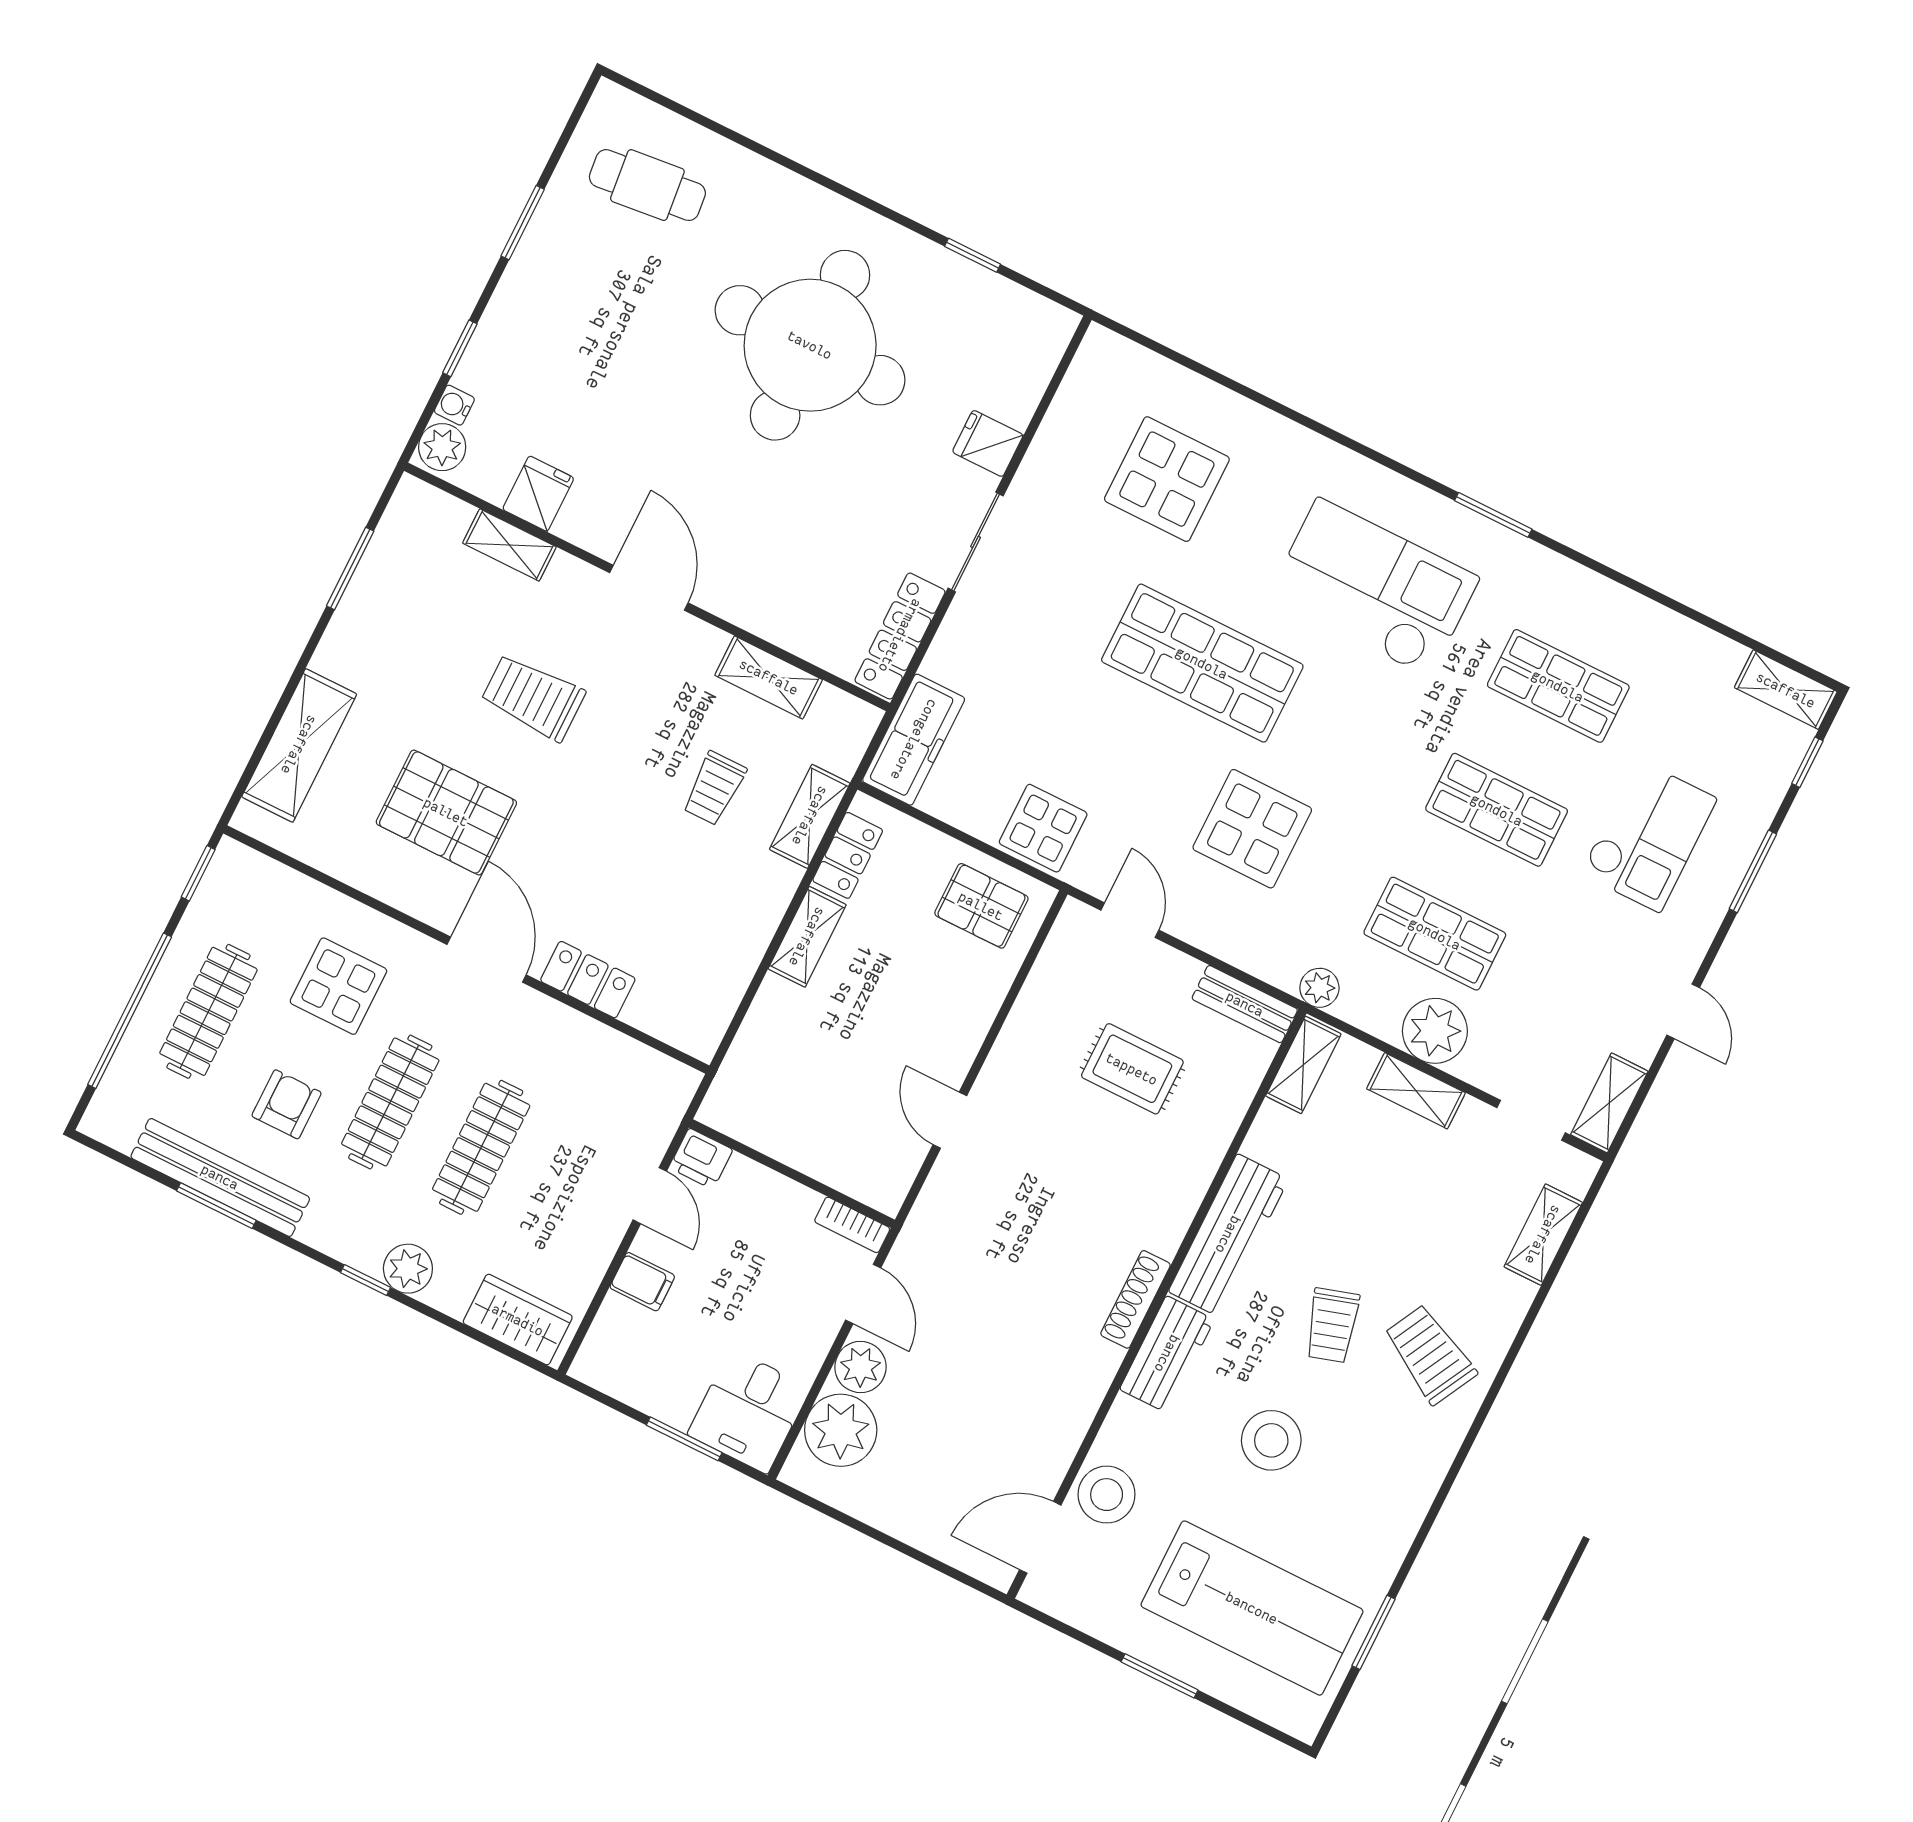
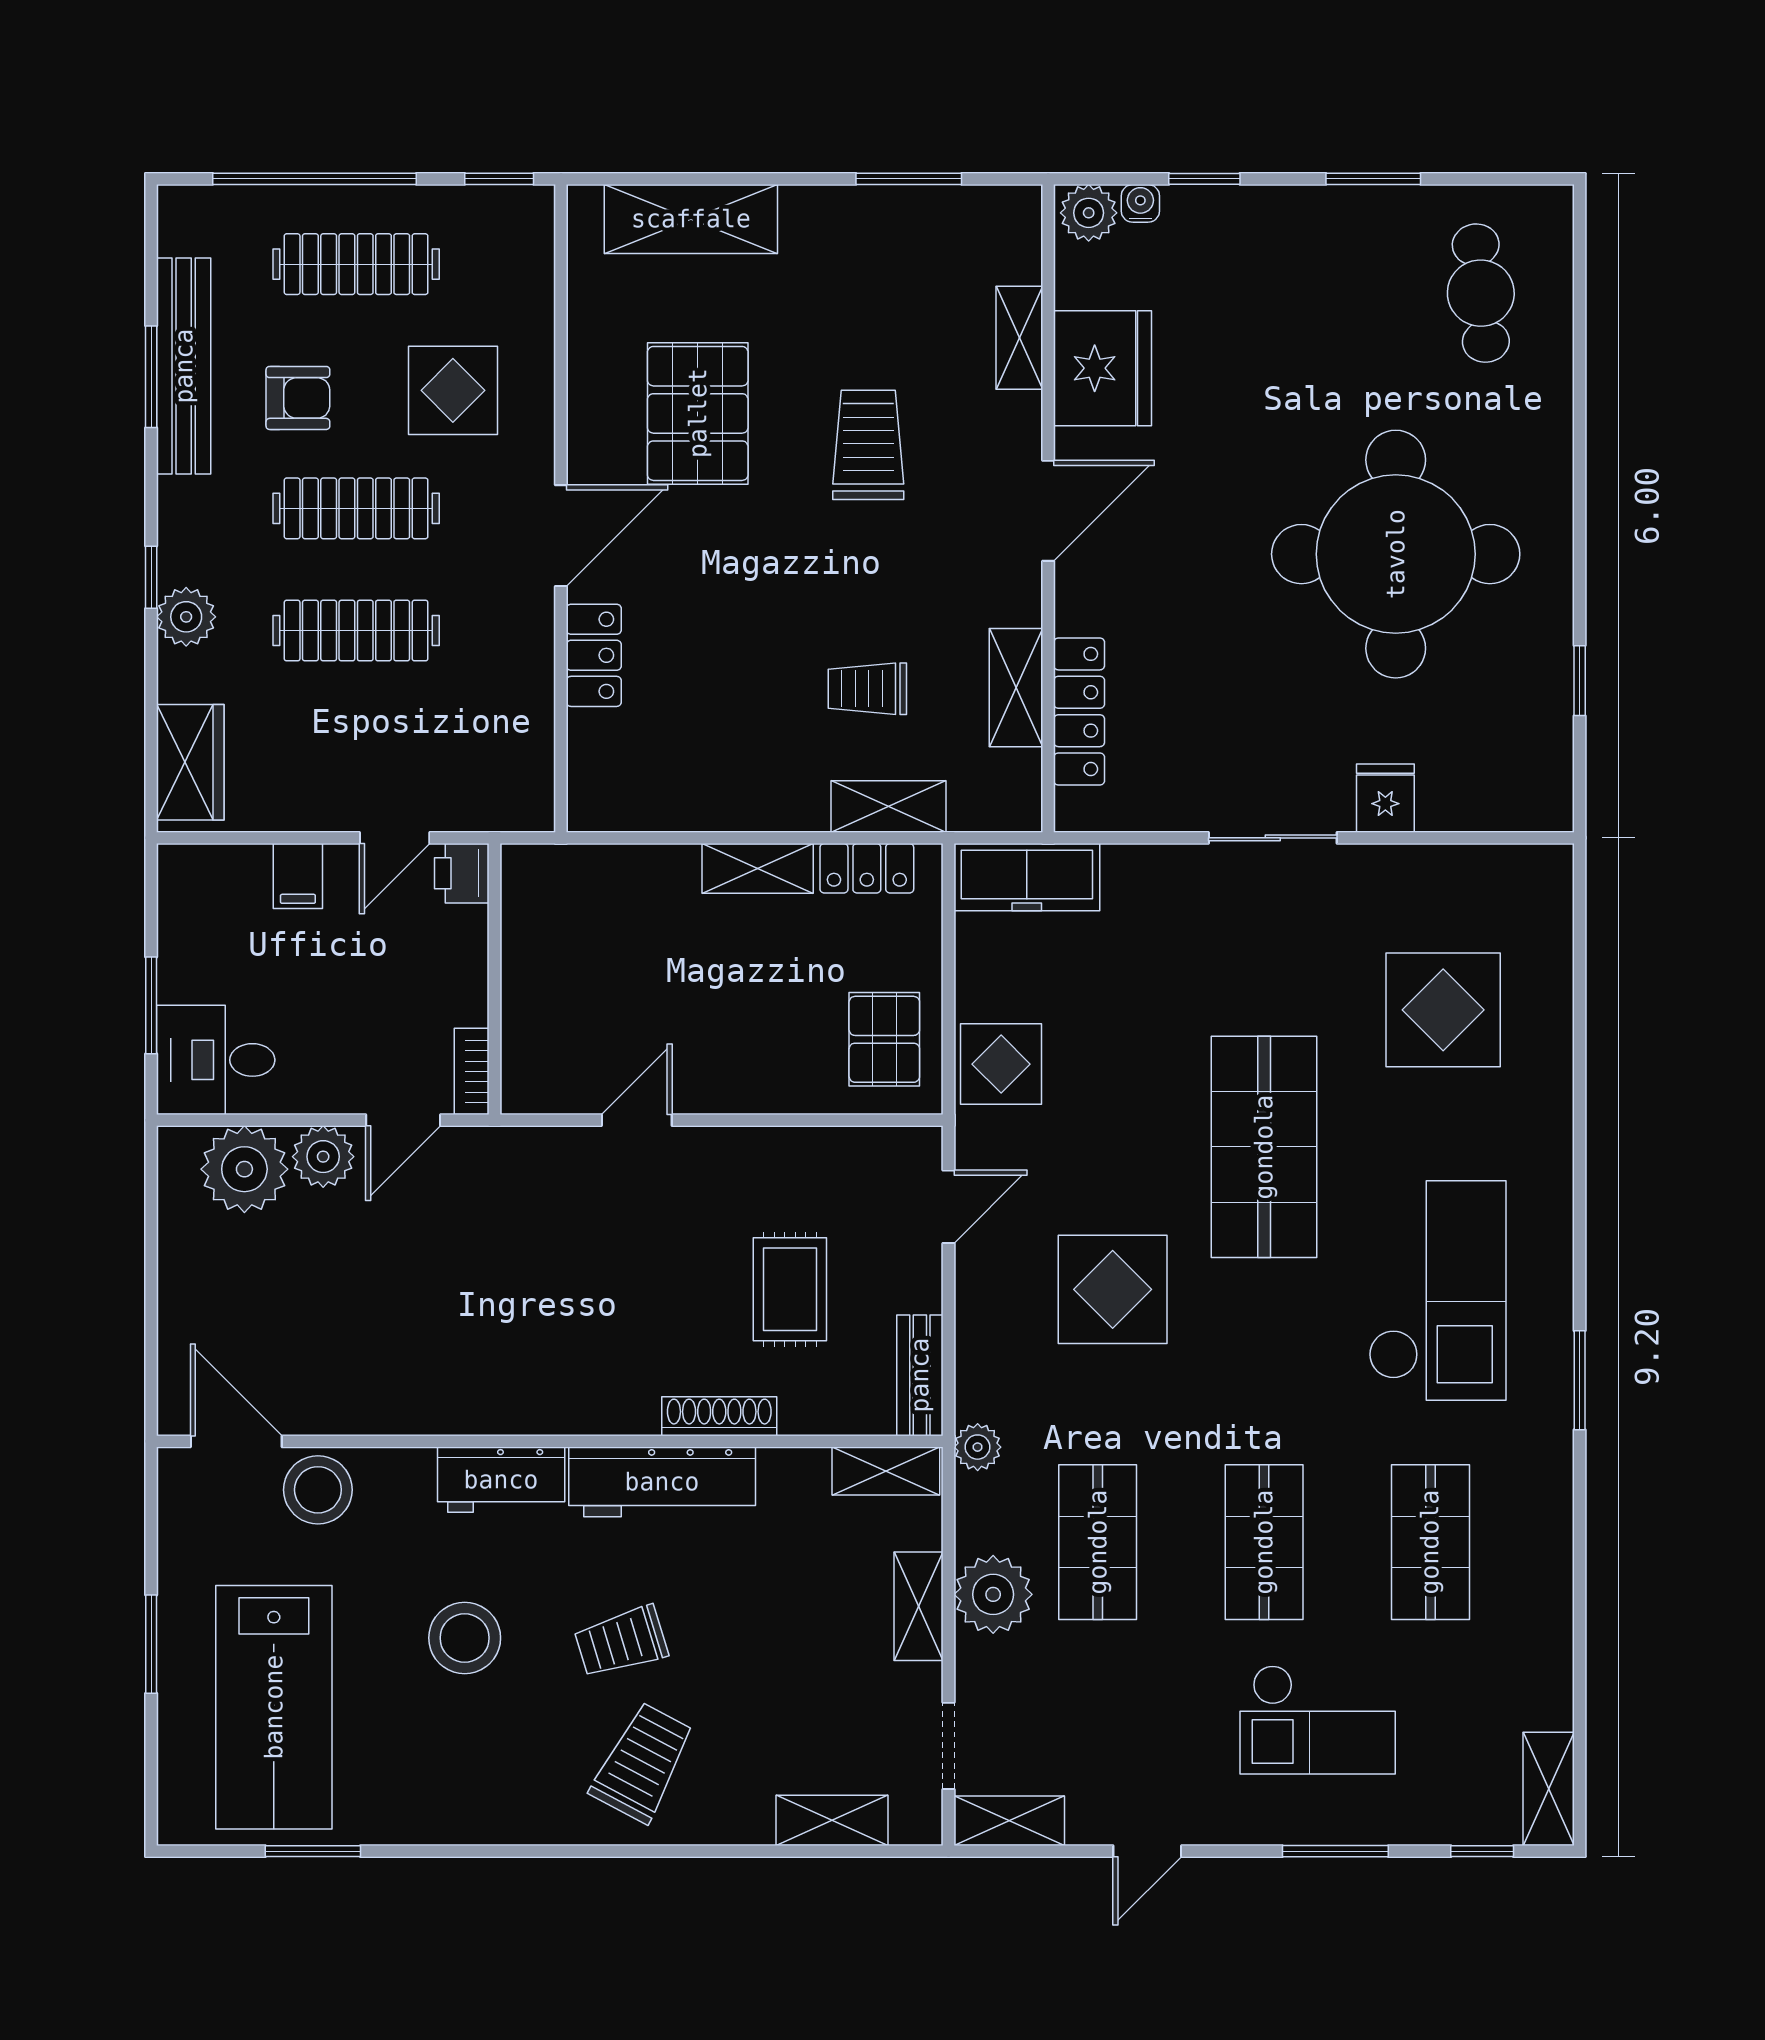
fridge: (538, 494) -> (1102, 368), width x1.88, depth x1.34
locker: (900, 636) -> (1079, 711), moved, turned 90
shoe rack: (1135, 1299) -> (719, 1416), moved

